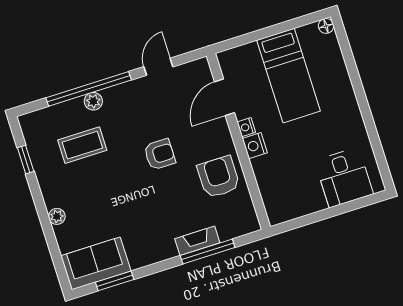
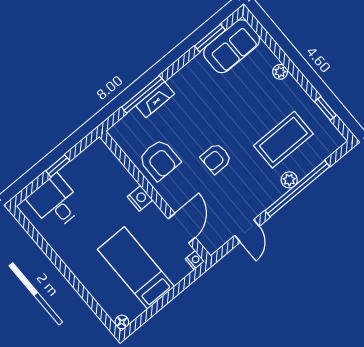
nightstand: (246, 127) -> (195, 260), moved
coffee table: (82, 145) -> (283, 140), width x1.36, depth x1.32
window: (326, 214) -> (58, 166), added

